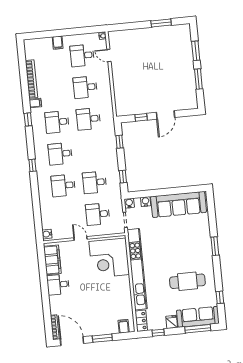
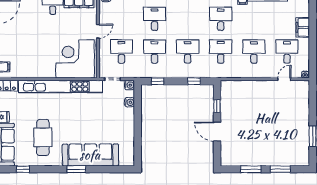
filing cabinet: (58, 43) -> (303, 27), width x2.00
desk: (60, 154) -> (188, 51), moved
sofa: (179, 204) -> (90, 155), moved, turned 90

